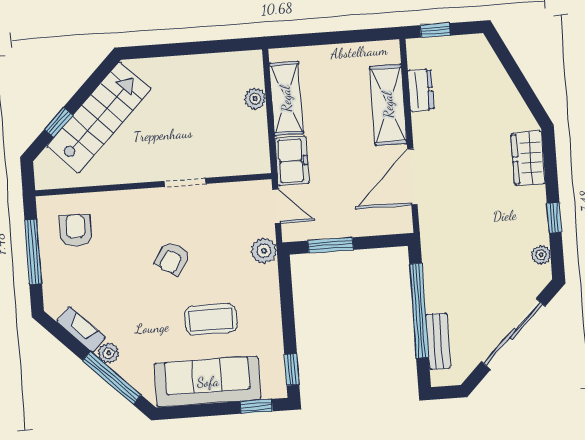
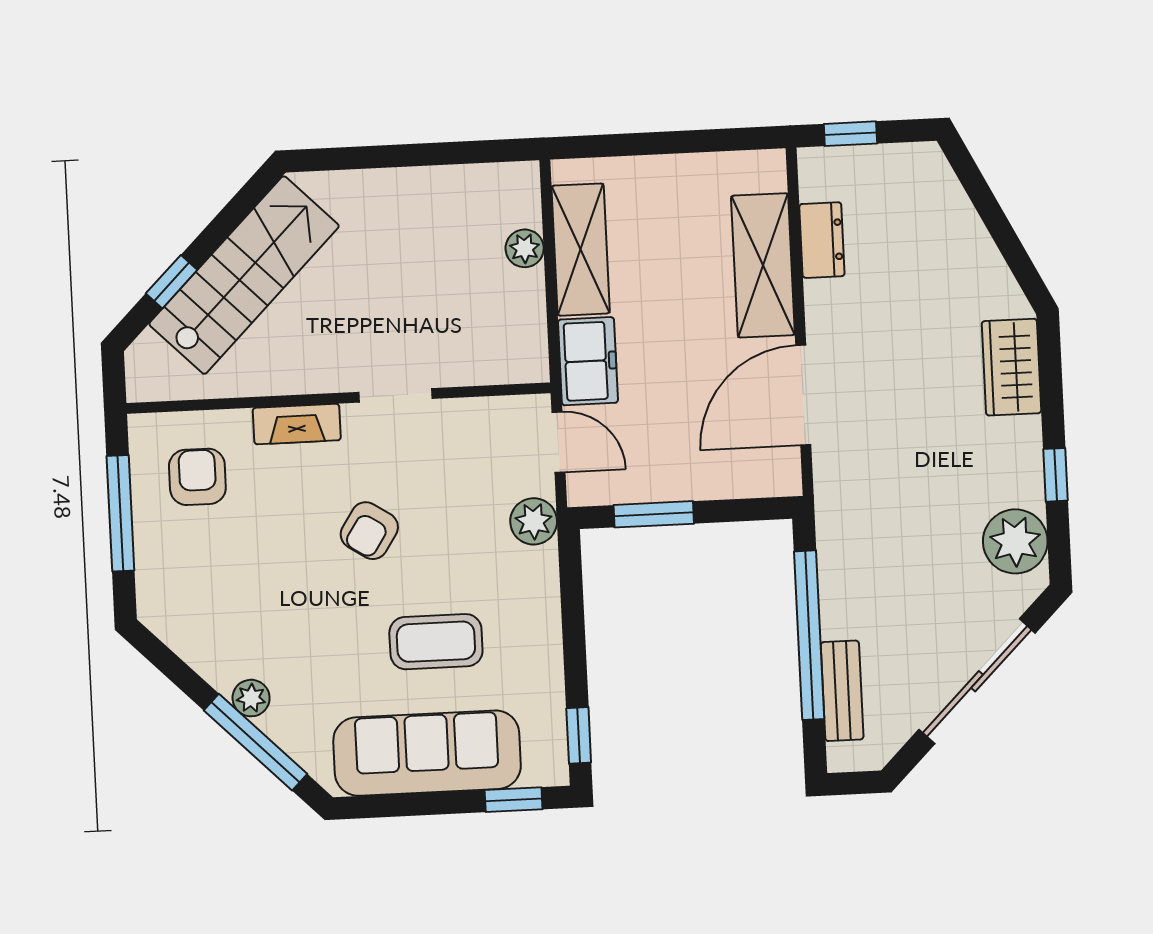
plant: (541, 255) -> (1015, 541), width x1.88, depth x1.88
fireplace: (81, 329) -> (297, 424), moved, turned 135

